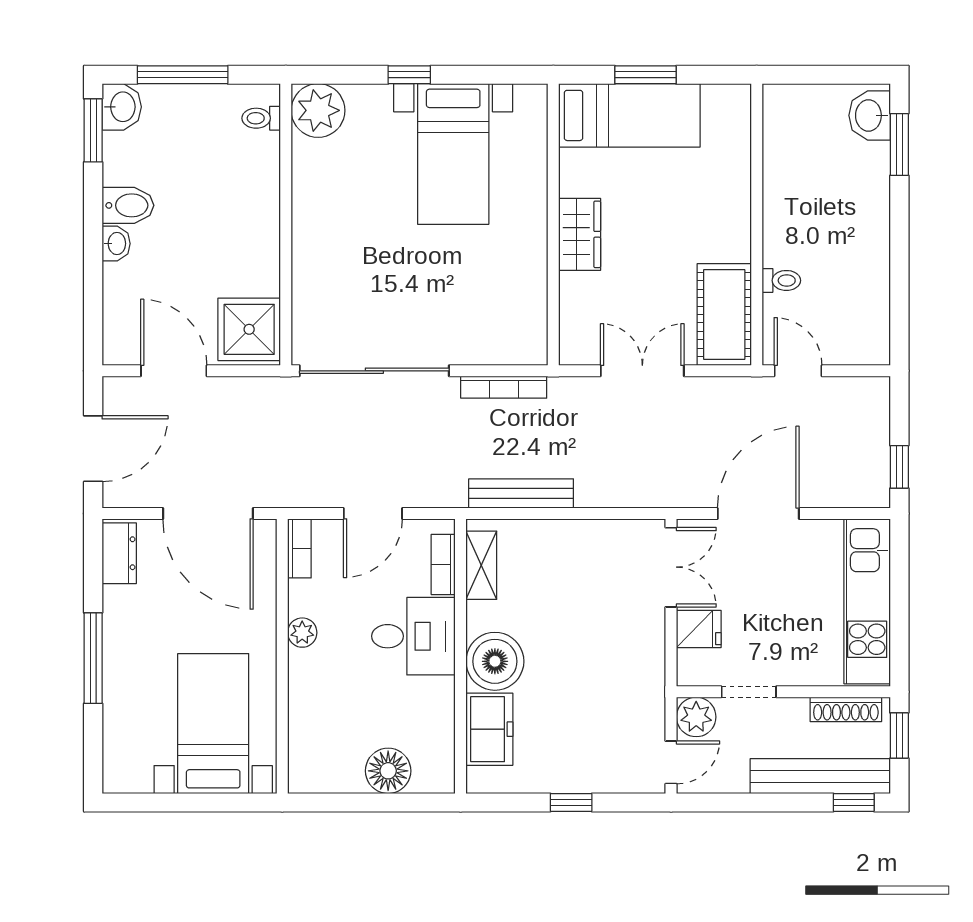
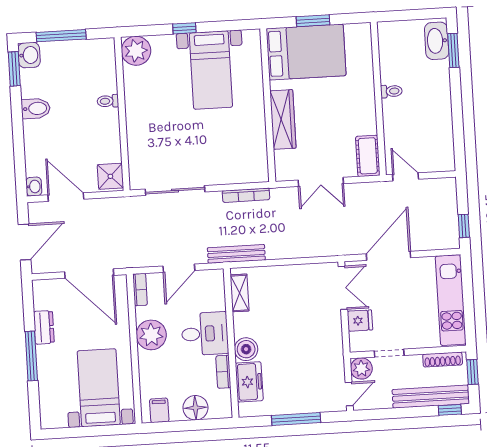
bed: (629, 115) -> (306, 52), width x1.50
washbasin: (870, 115) -> (437, 41), width x1.38
toilet: (261, 118) -> (108, 101), moved
wardrobe: (580, 234) -> (283, 119), width x1.50
washbasin: (116, 244) -> (34, 187), moved
toilet: (781, 280) -> (391, 91), moved
cot: (724, 314) -> (368, 156), width x0.73, depth x0.75
shower: (249, 329) -> (110, 176), width x0.73, depth x0.73
sliding door: (374, 371) -> (175, 191), width x0.73
double door: (642, 371) -> (321, 182), swing flipped
bench: (521, 493) -> (236, 254), moved
dresser: (119, 553) -> (44, 327), moved
bookcase: (443, 564) -> (223, 372), moved
plant: (302, 633) -> (151, 335), width x1.88, depth x1.88
boiler: (495, 661) -> (246, 349), width x0.73, depth x0.73
filing cabinet: (321, 772) -> (159, 410), added
window: (571, 802) -> (296, 419), width x2.17

